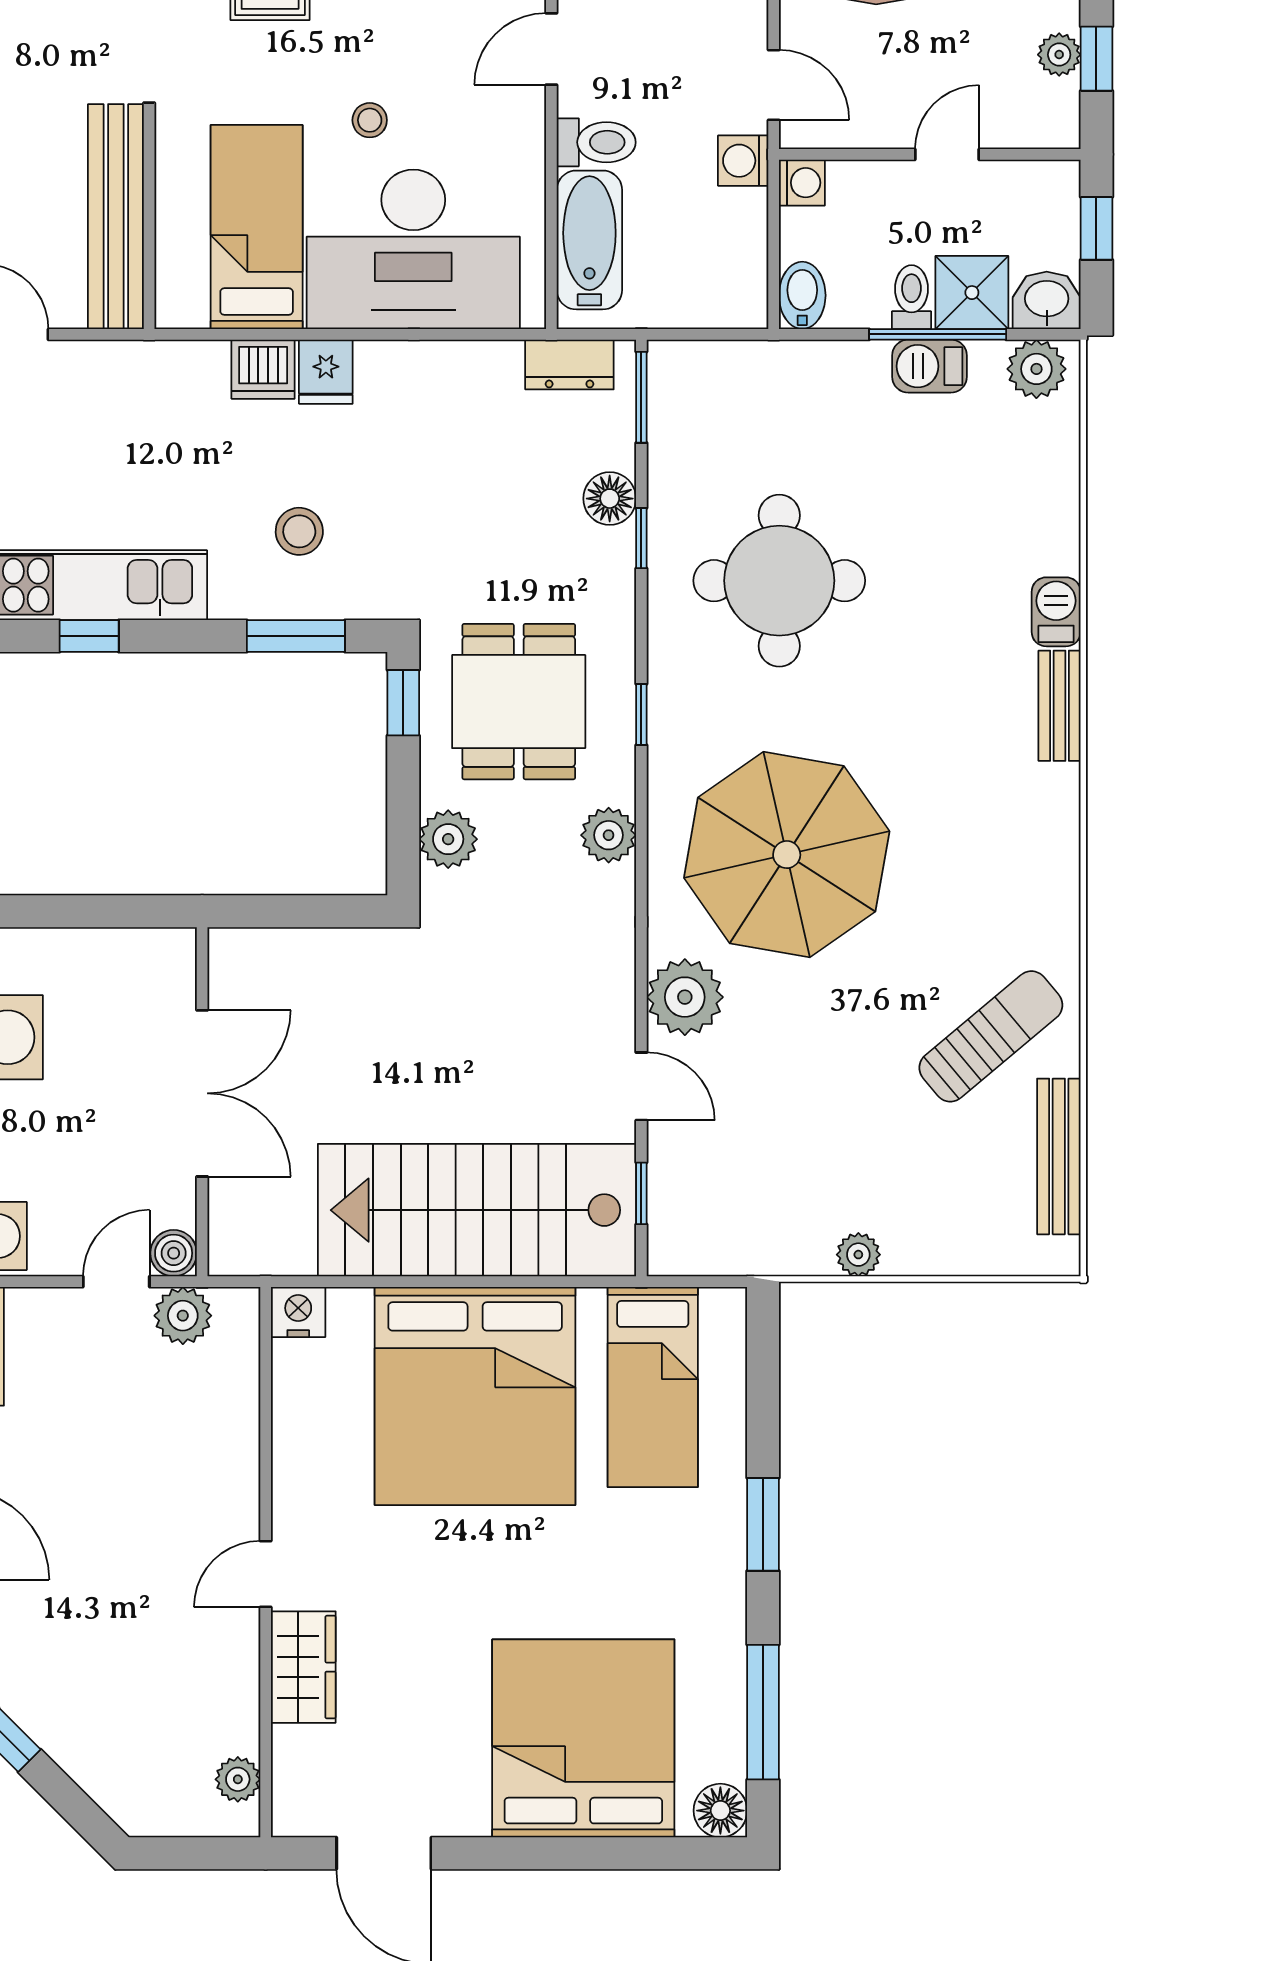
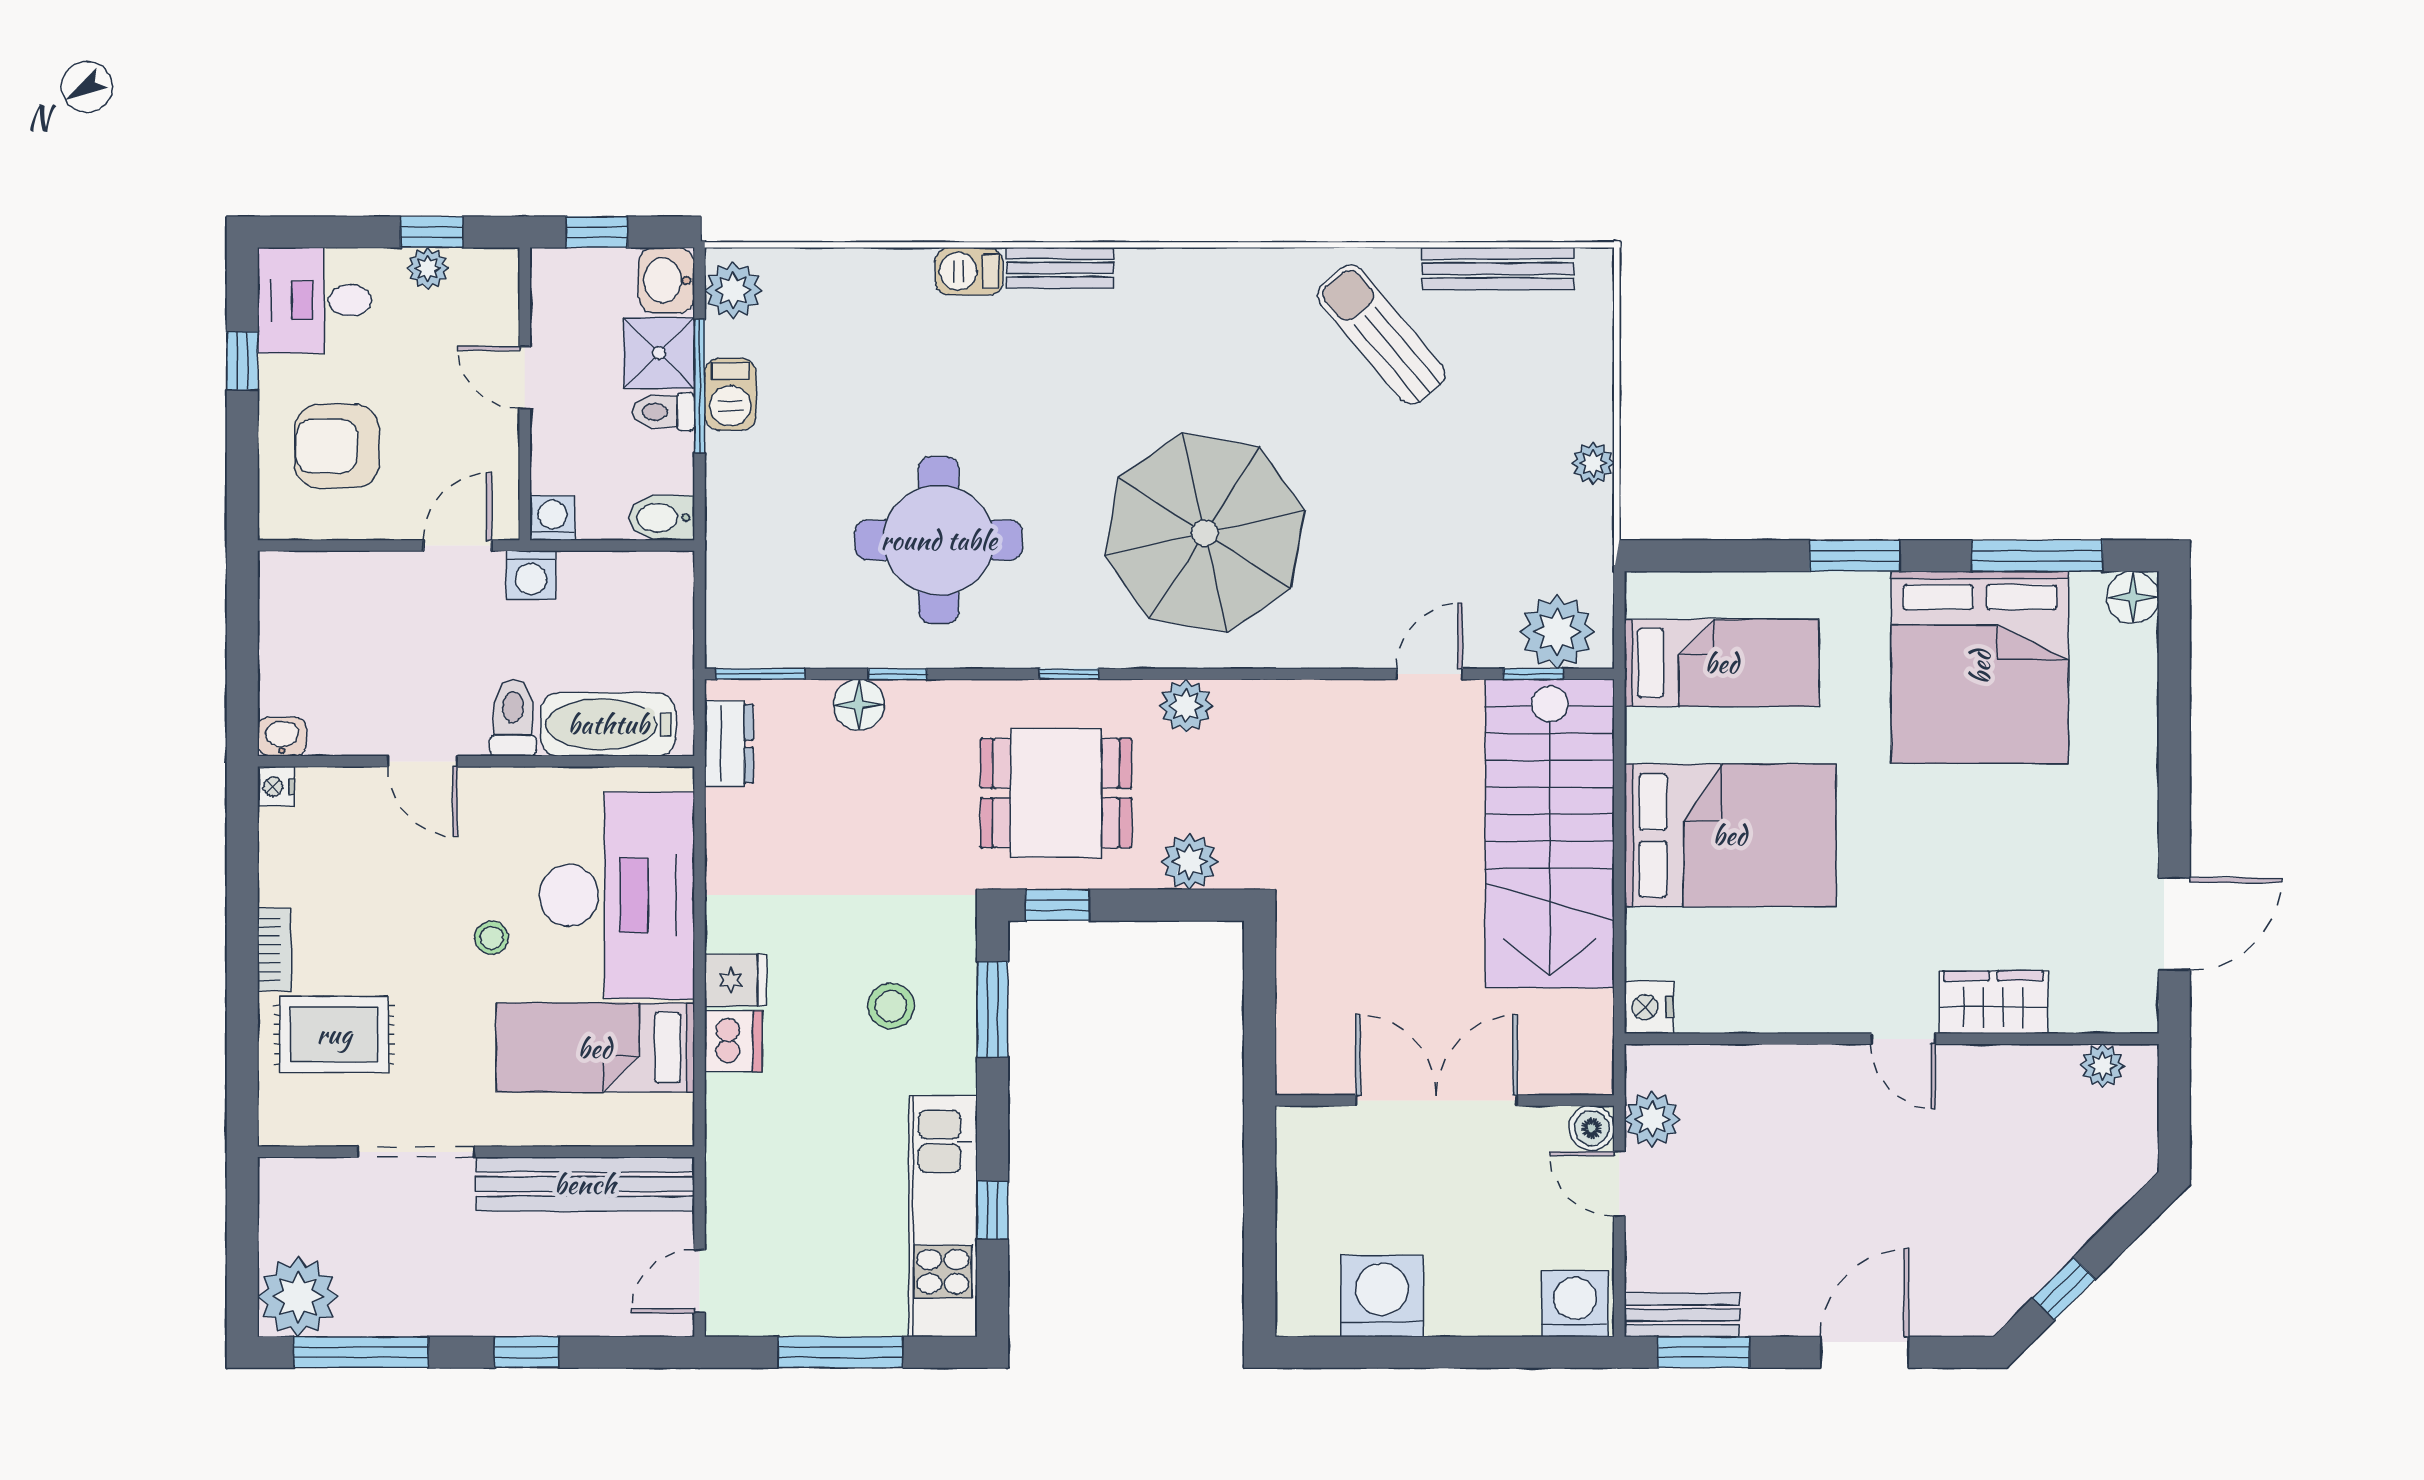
plant: (685, 997) -> (1557, 632), moved
bed: (475, 1396) -> (1730, 835), width x0.73
bed: (583, 1738) -> (1980, 667), moved, turned -90

